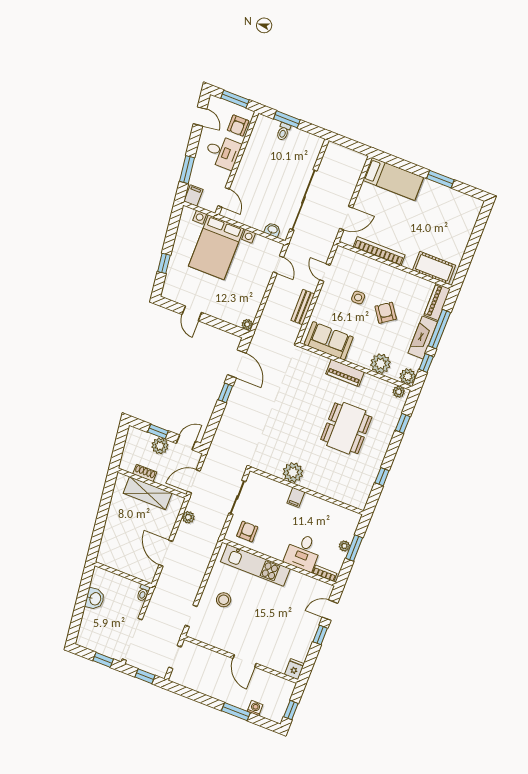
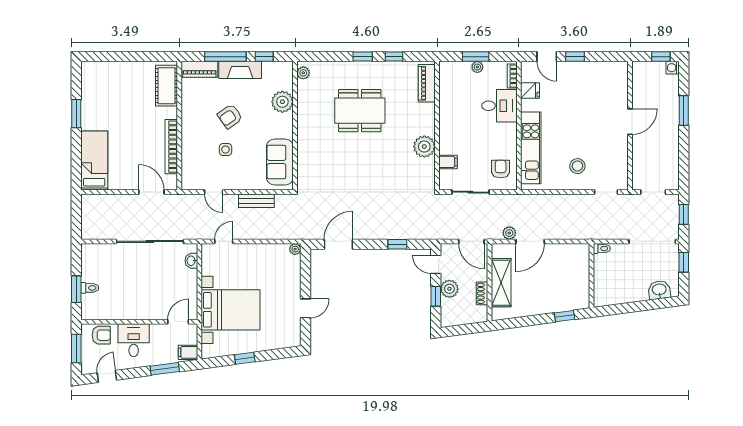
window: (164, 263) -> (245, 358), moved
door: (325, 273) -> (214, 192), hinge flipped
piano: (345, 373) -> (427, 83), moved, turned 180
plant: (408, 376) -> (285, 70), removed
window: (225, 393) -> (397, 244), moved
window: (403, 423) -> (363, 57), moved
filing cabinet: (296, 497) -> (448, 162), moved
armchair: (247, 531) -> (501, 169), turned 90
window: (97, 537) -> (564, 316), added
door: (166, 553) -> (530, 241), moved
washbasin: (95, 599) -> (659, 290), moved
fridge: (294, 669) -> (530, 91), moved, turned 180
washing machine: (255, 708) -> (673, 68), moved

